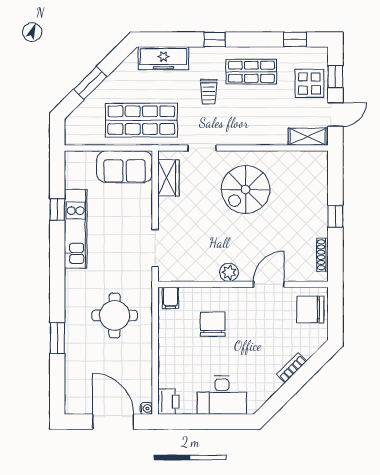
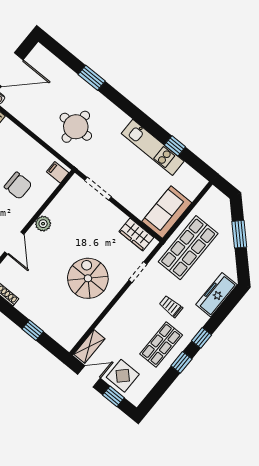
window: (295, 39) -> (181, 362), moved
door: (335, 114) -> (89, 376), swing flipped
window: (335, 216) -> (33, 330), moved

